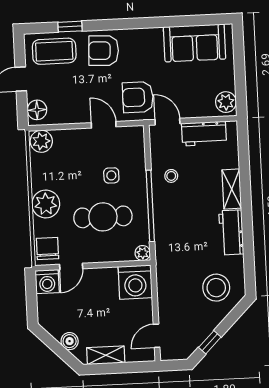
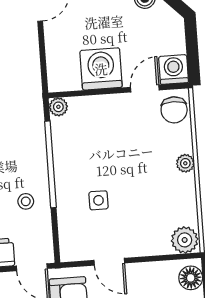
plant: (46, 204) -> (185, 163), width x0.53, depth x0.53
cafe table: (103, 217) -> (108, 150), removed
washing machine: (135, 282) -> (101, 69), moved

